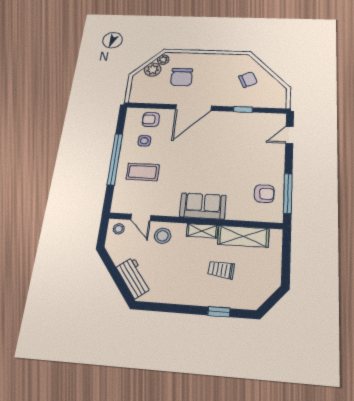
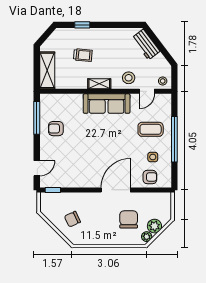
window: (243, 109) -> (53, 190), moved
armchair: (264, 194) -> (56, 129), moved
sofa: (203, 206) -> (107, 104), width x1.36
door: (141, 217) -> (147, 91), swing flipped
shelving: (243, 236) -> (47, 70), moved, turned 90

